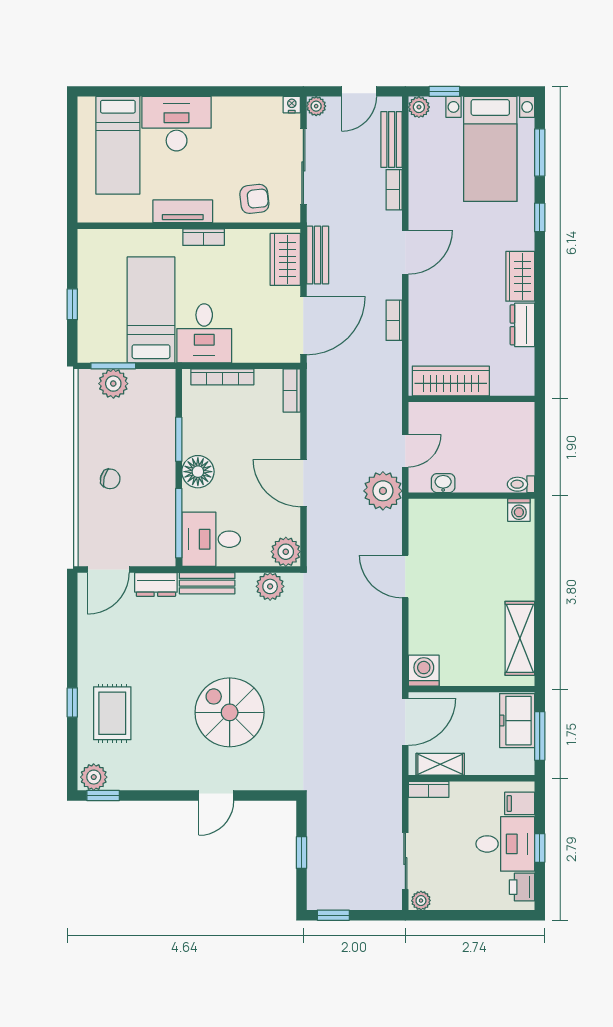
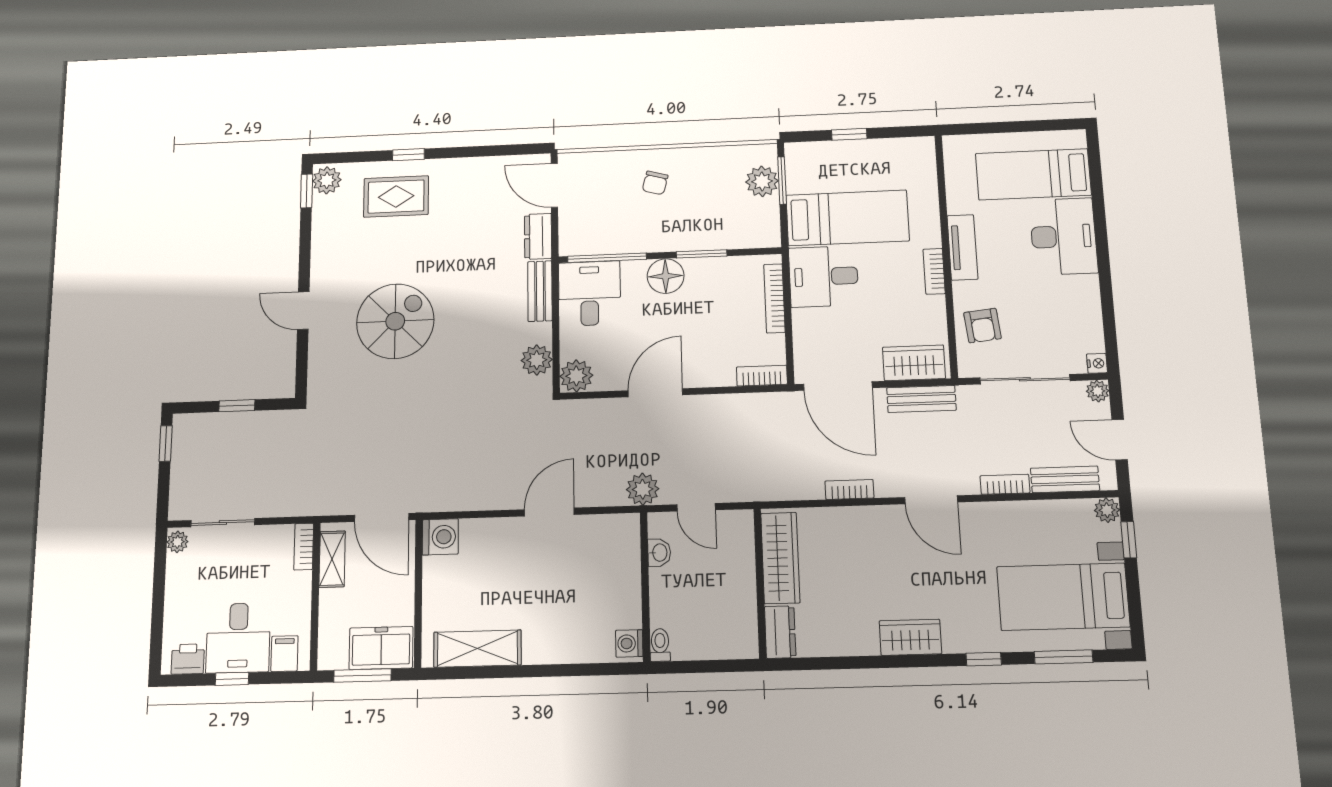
dresser: (522, 325) -> (780, 632), moved, turned 90
plant: (383, 491) -> (643, 489), width x0.73, depth x0.73

